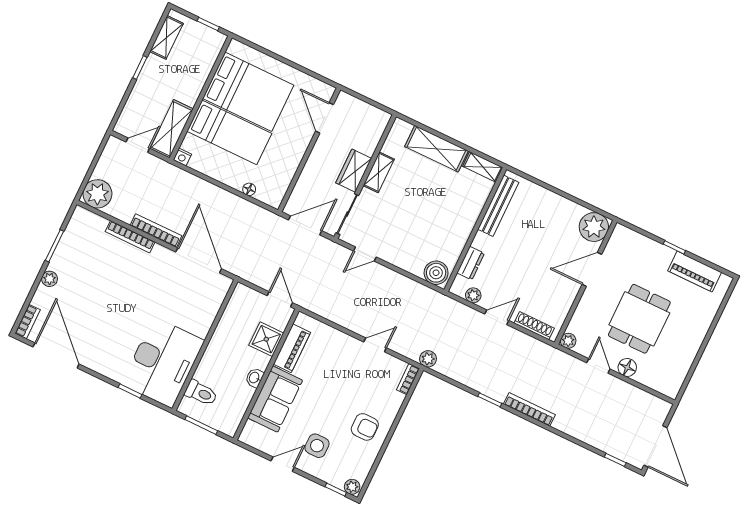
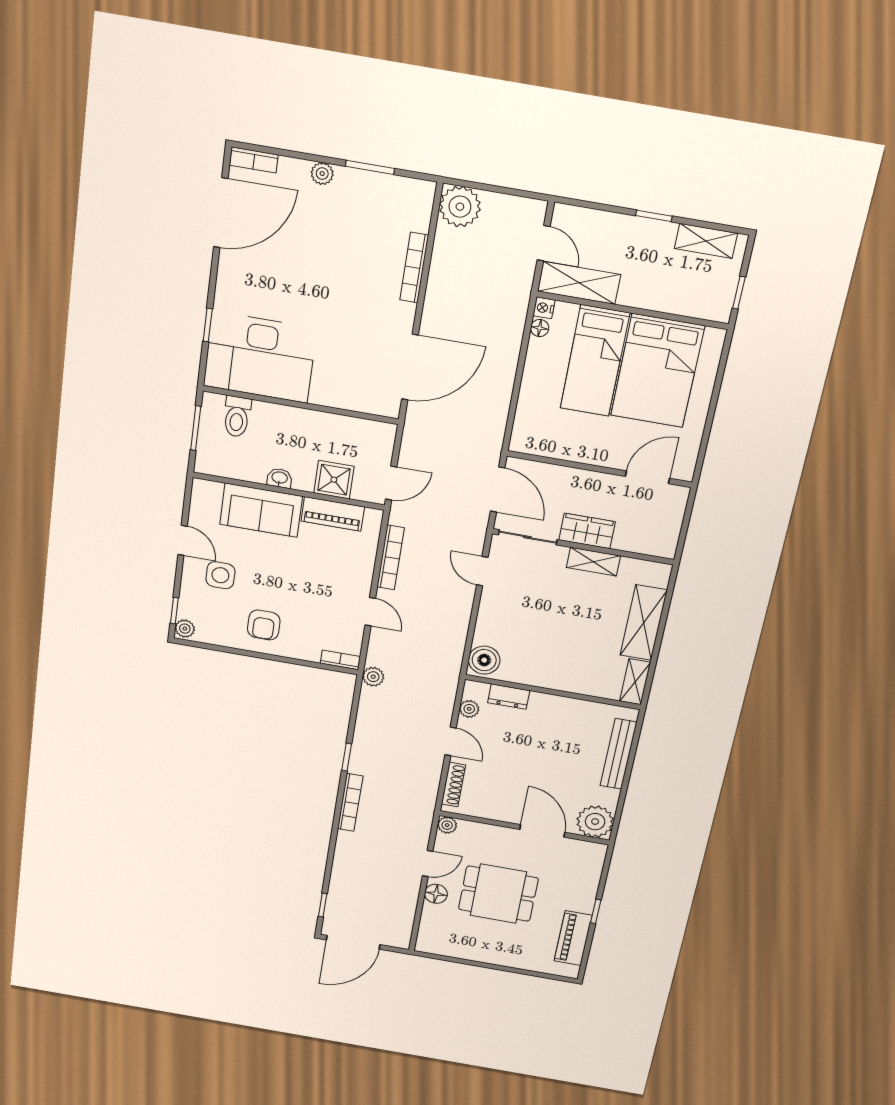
floor lamp: (249, 189) -> (540, 328), moved
bench: (498, 206) -> (618, 754), moved, turned 90
bookcase: (156, 231) -> (391, 557), moved

